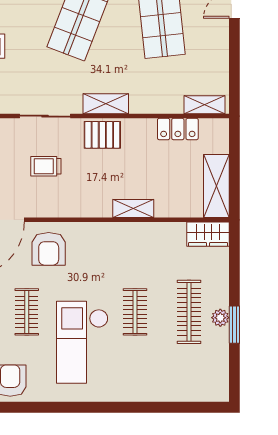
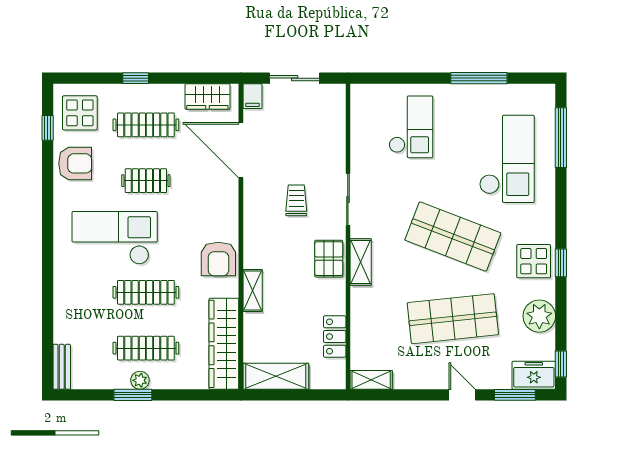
shelving: (204, 105) -> (371, 380), moved, turned 90
wardrobe: (208, 234) -> (224, 344), width x2.10, depth x1.17
armchair: (49, 249) -> (218, 259), moved, turned -90
clothes rail: (135, 312) -> (146, 292), width x1.36
bench: (207, 394) -> (62, 367), added

